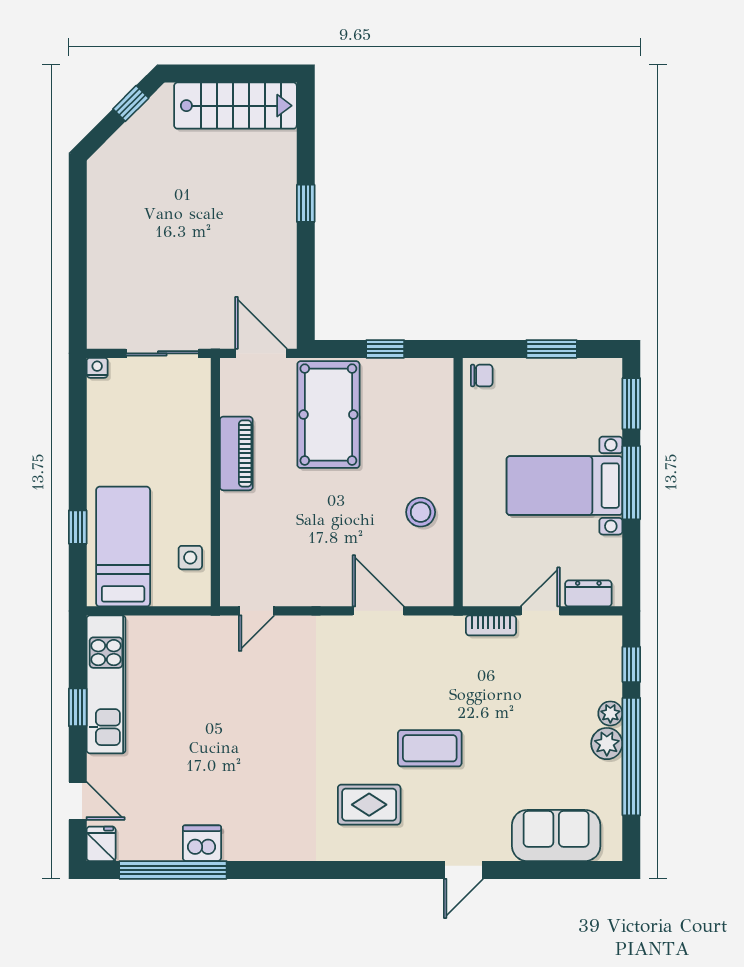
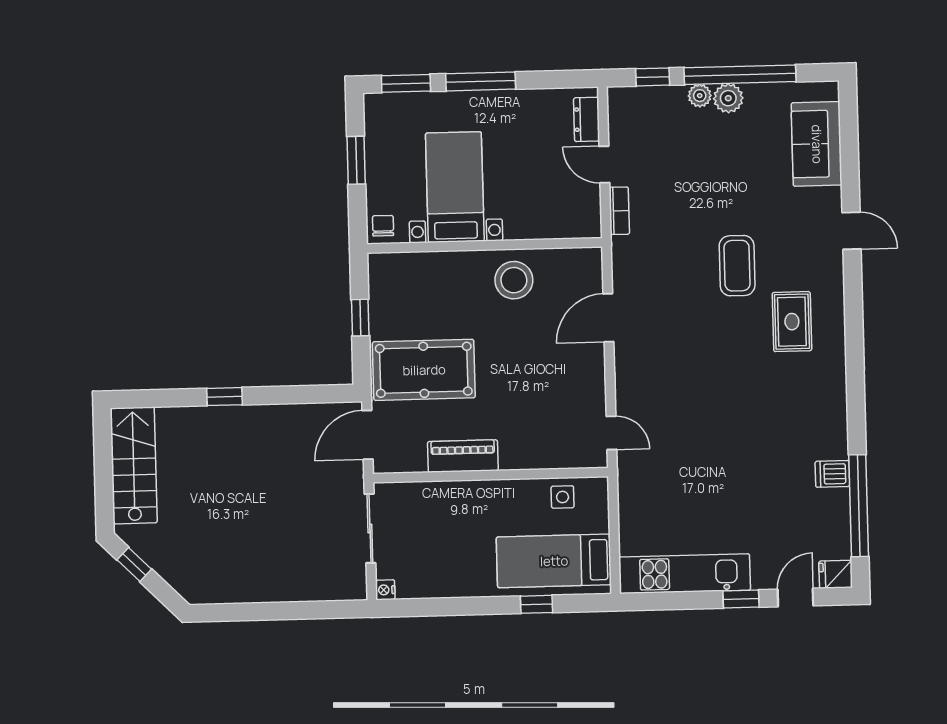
bed with nightstands: (565, 486) -> (455, 187), moved, turned 180
stool: (421, 512) -> (514, 280), width x1.38, depth x1.38
window: (78, 707) -> (741, 599), moved
dishwasher: (202, 843) -> (832, 474), width x0.73

